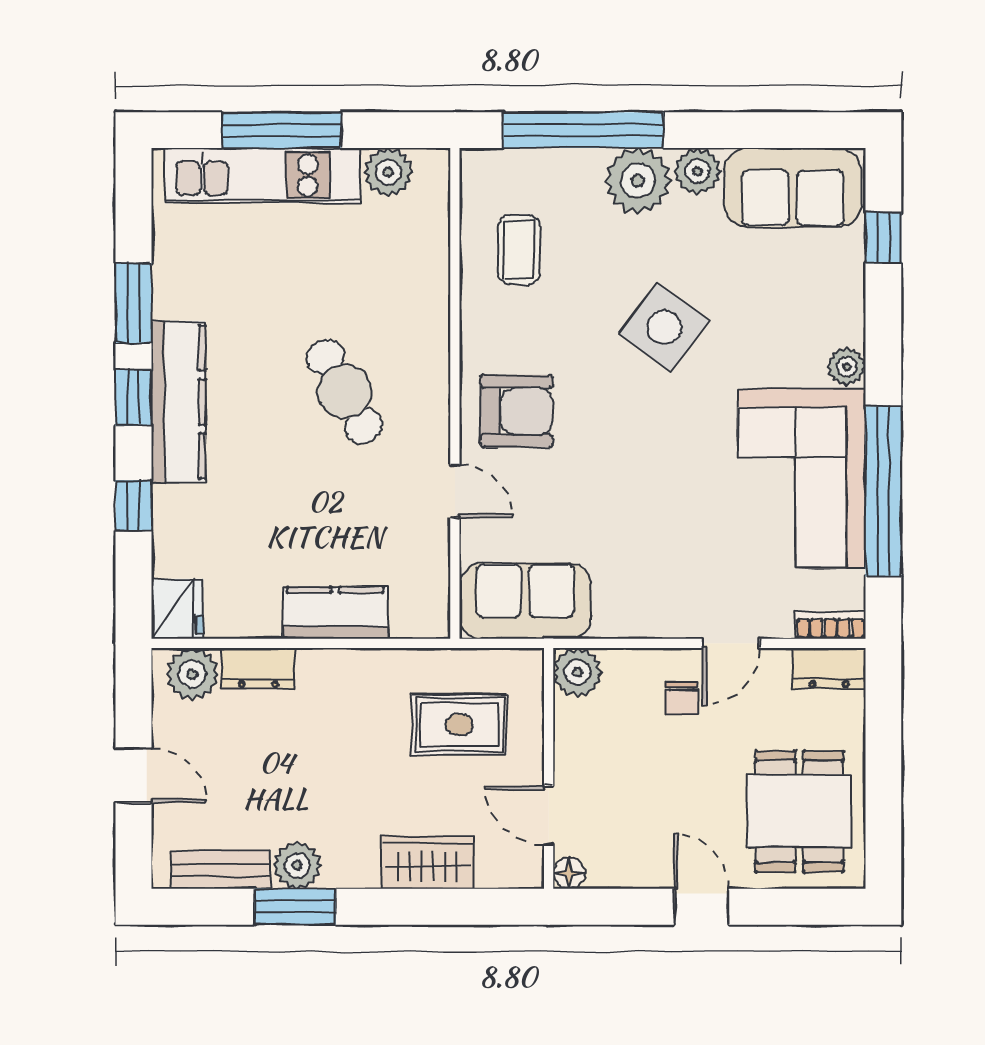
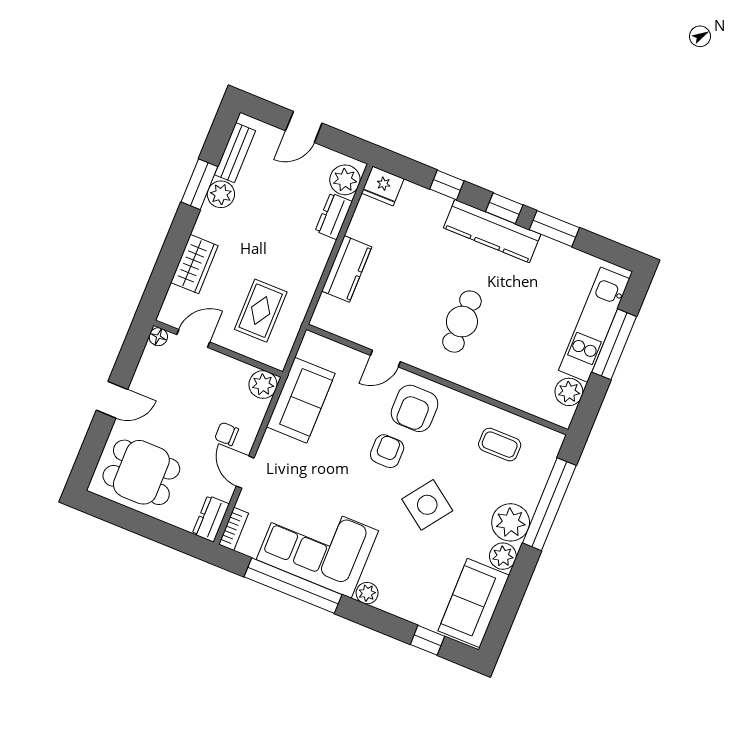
cafe table: (345, 392) -> (462, 322), turned -61
armchair: (604, 428) -> (387, 451), added
sofa: (525, 601) -> (301, 400), moved

